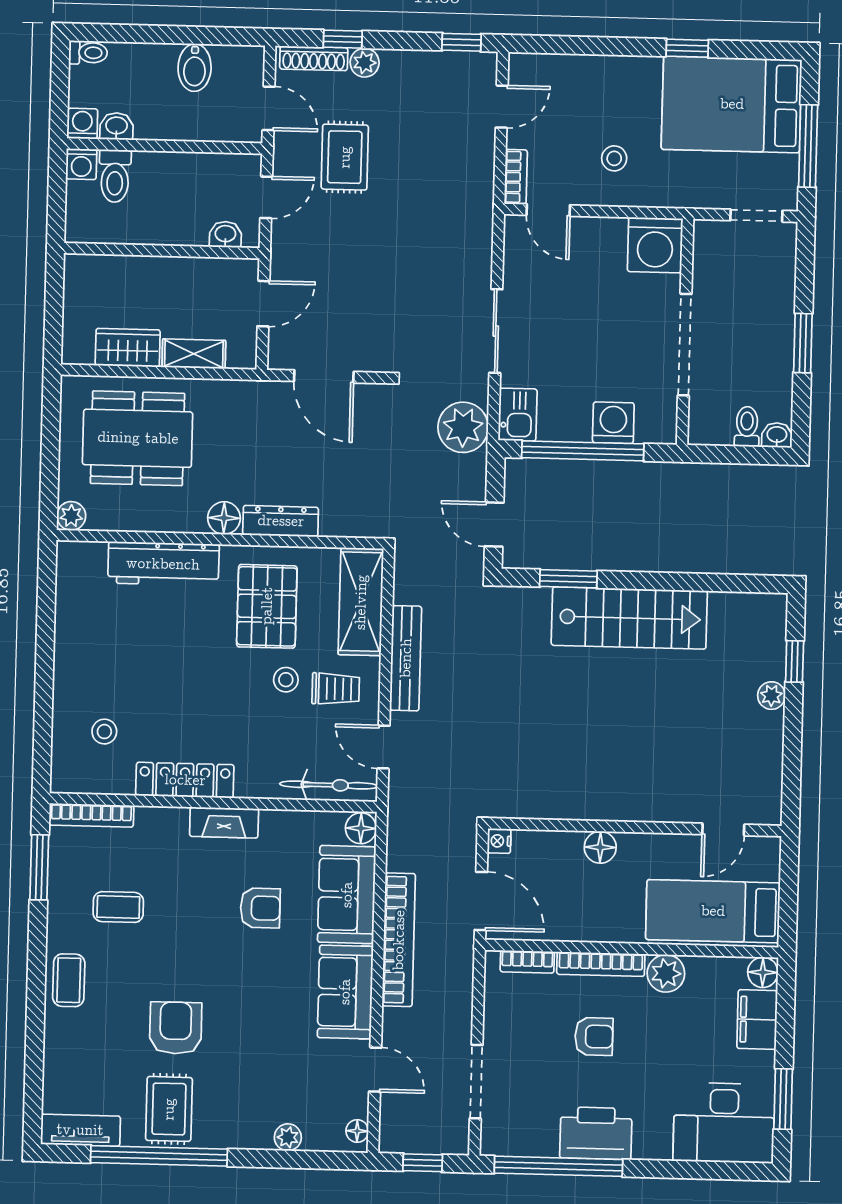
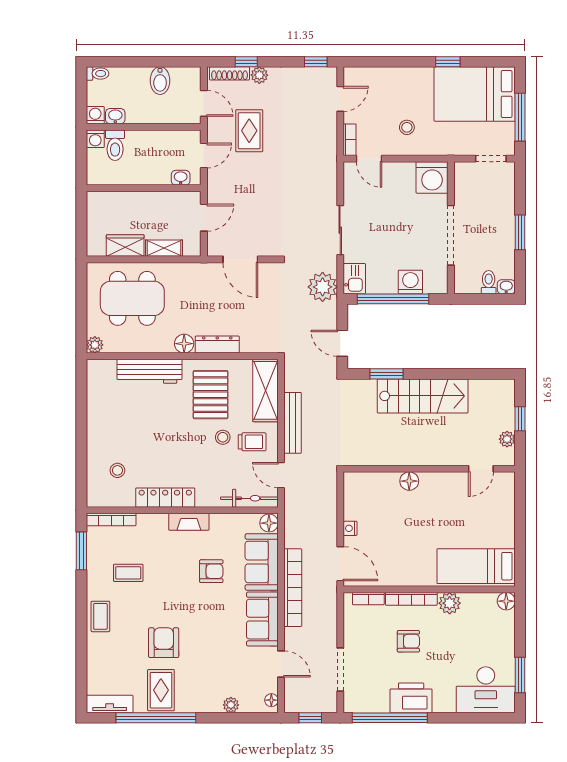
wall: (635, 827) -> (429, 469), moved
door: (723, 829) -> (481, 469), moved
floor lamp: (600, 847) -> (409, 481), moved
filing cabinet: (757, 1020) -> (504, 629), removed

